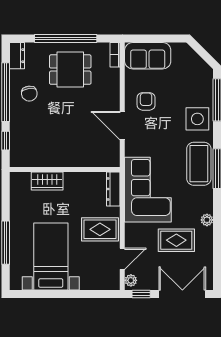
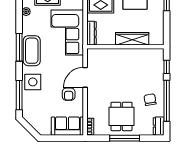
window: (66, 39) -> (125, 138), width x0.68
dining table: (70, 70) -> (121, 116), turned 90
door: (122, 126) -> (85, 77), swing flipped
wardrobe: (47, 181) -> (132, 39), width x1.50

